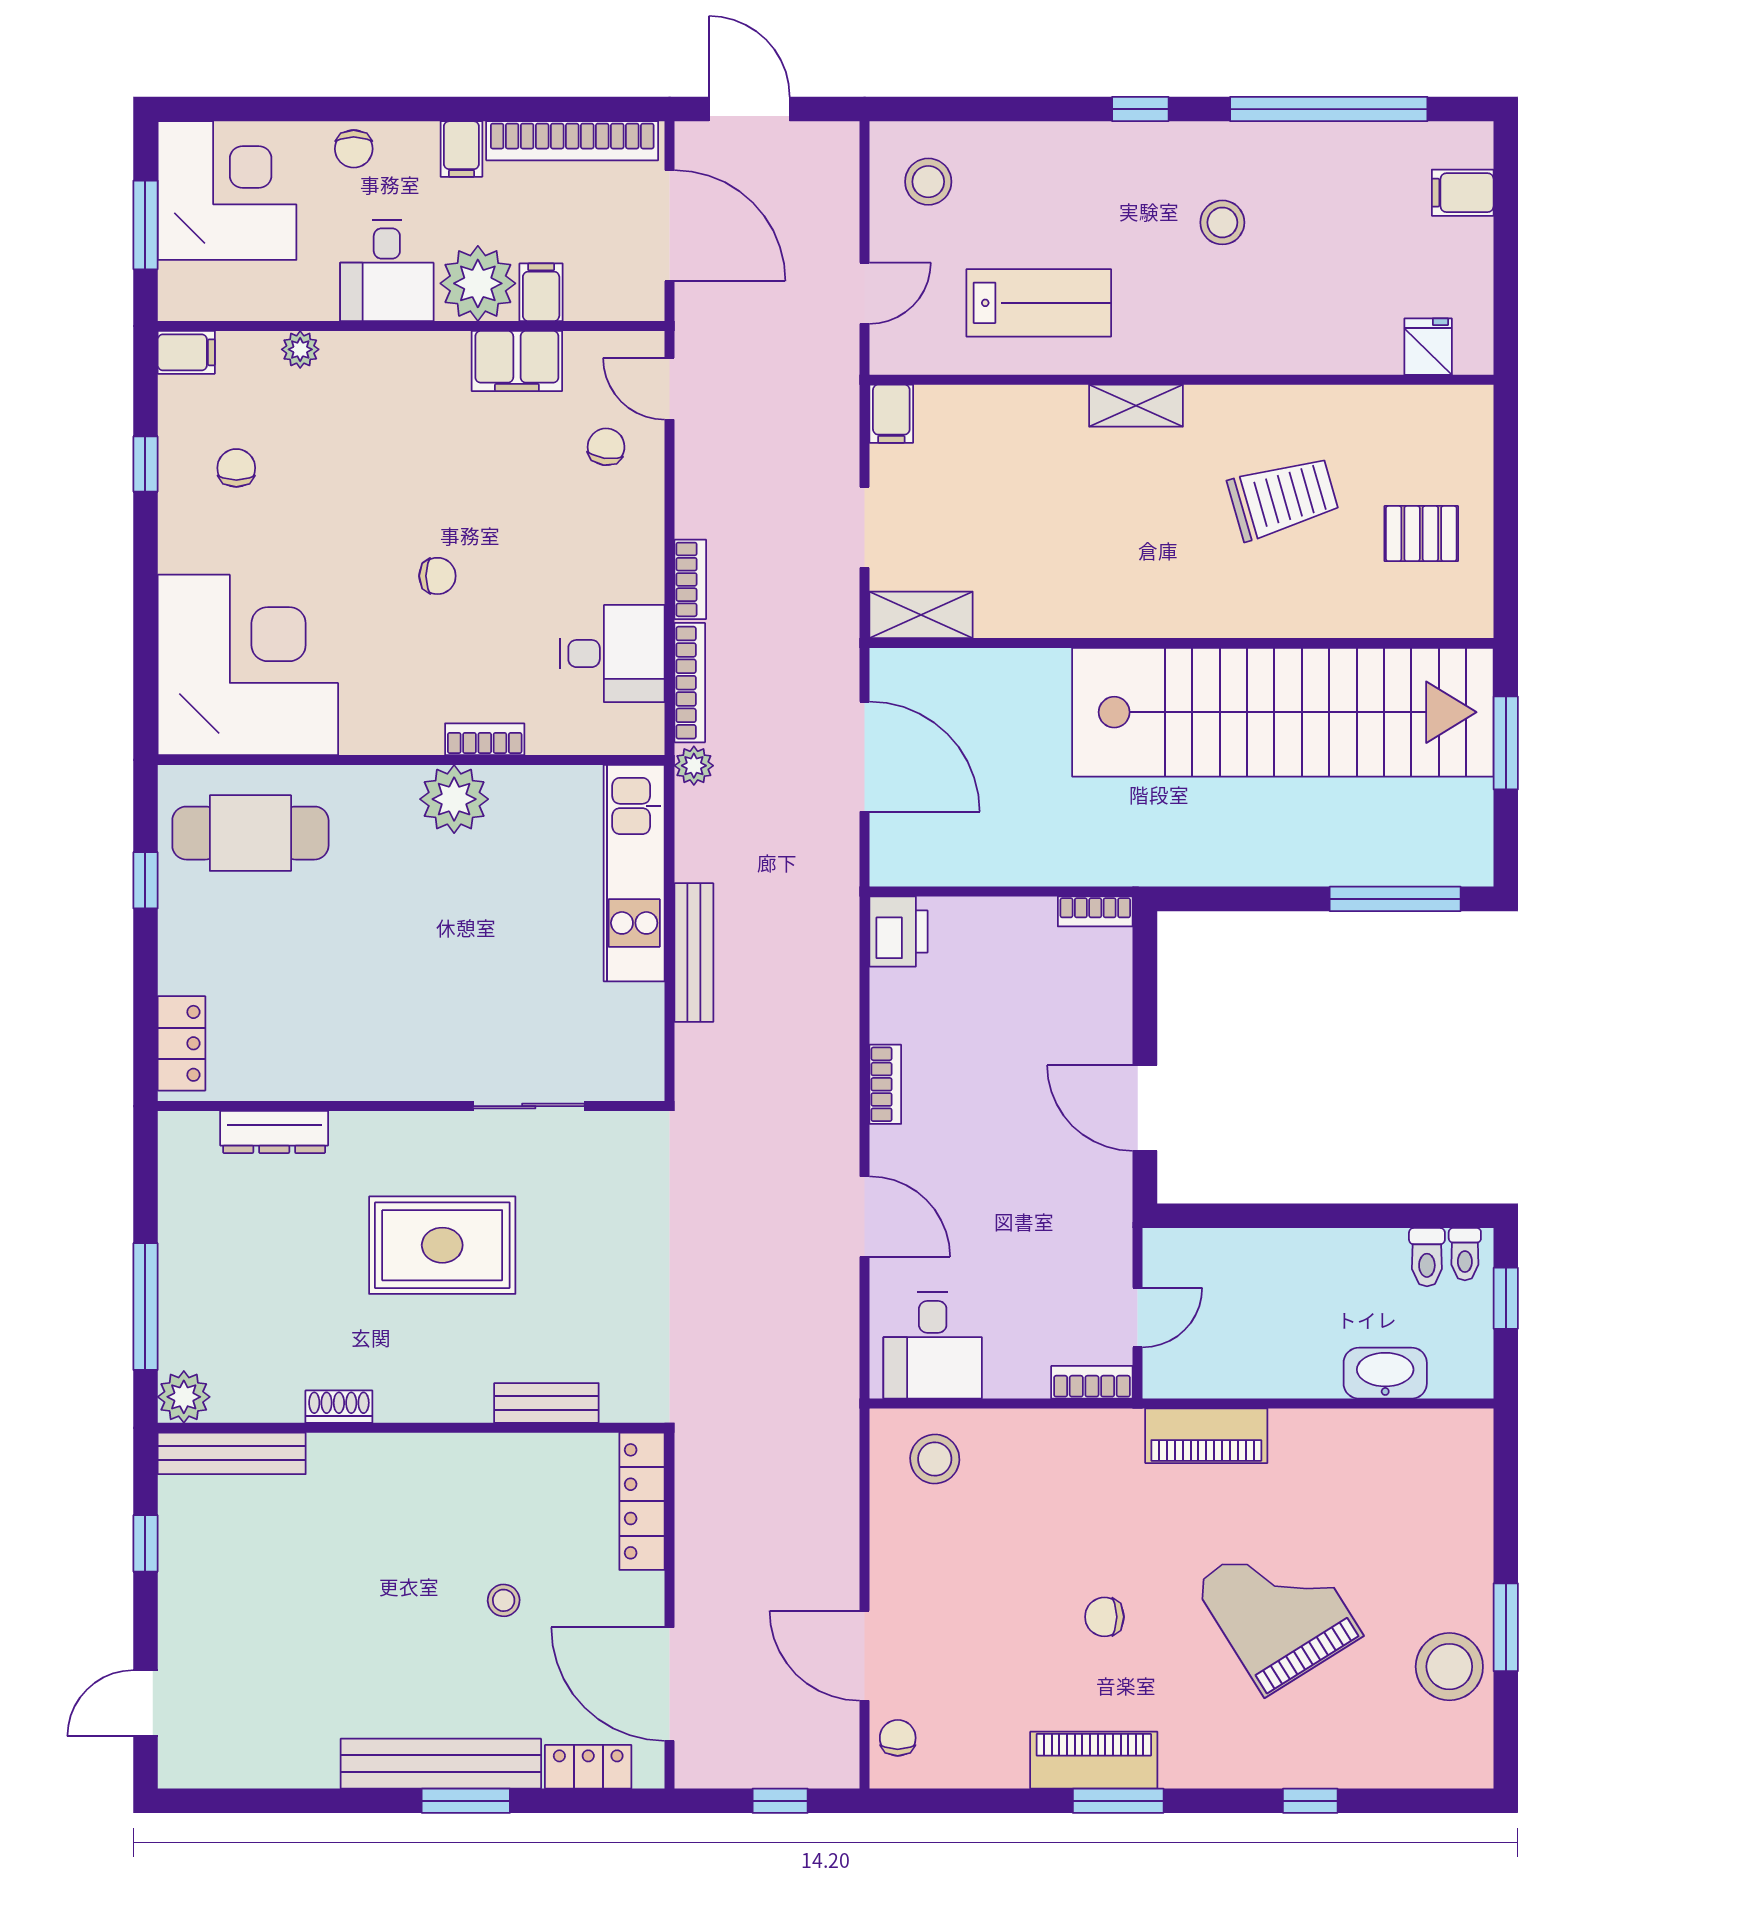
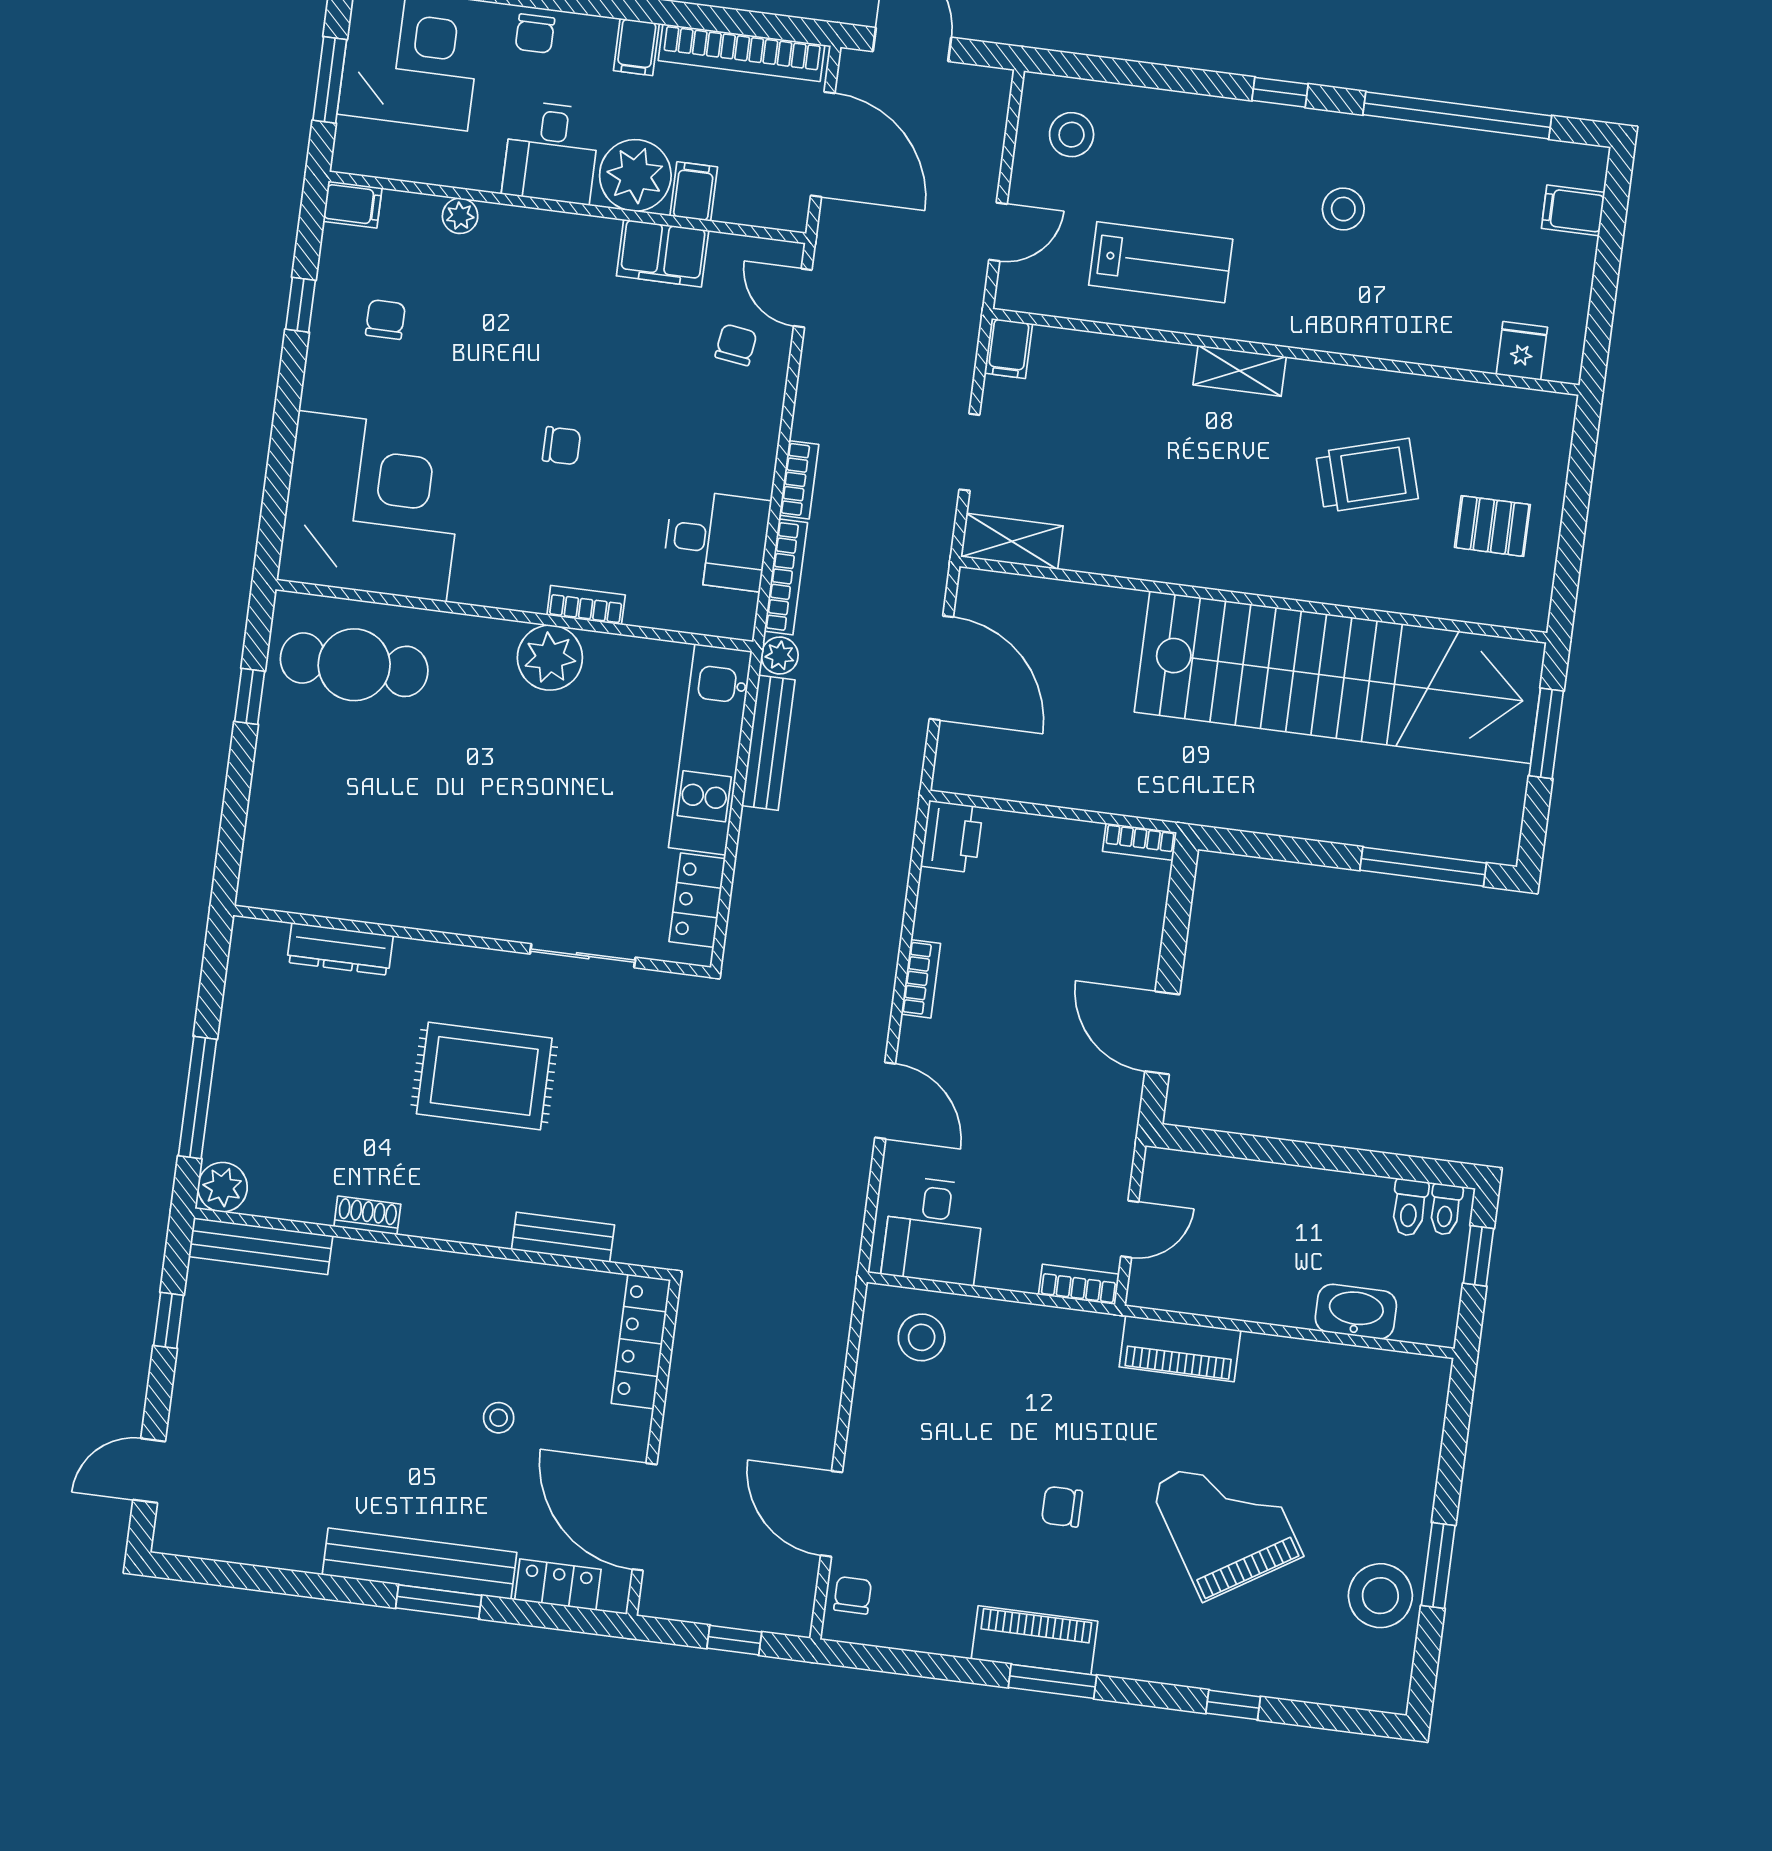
bench: (694, 953) -> (768, 743), moved
locker: (181, 1043) -> (697, 900), moved, turned 180

